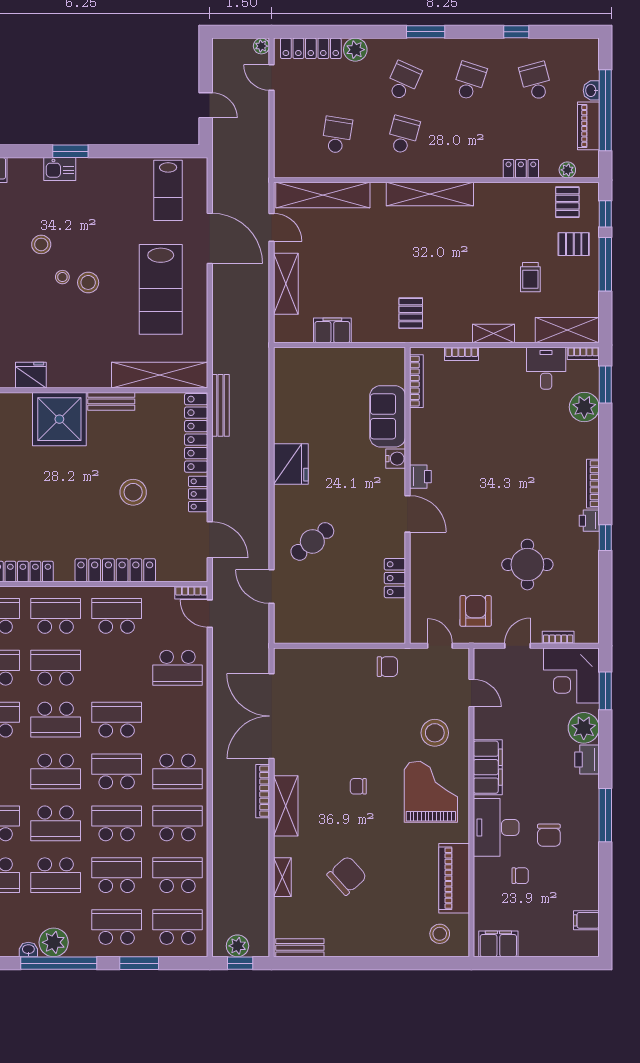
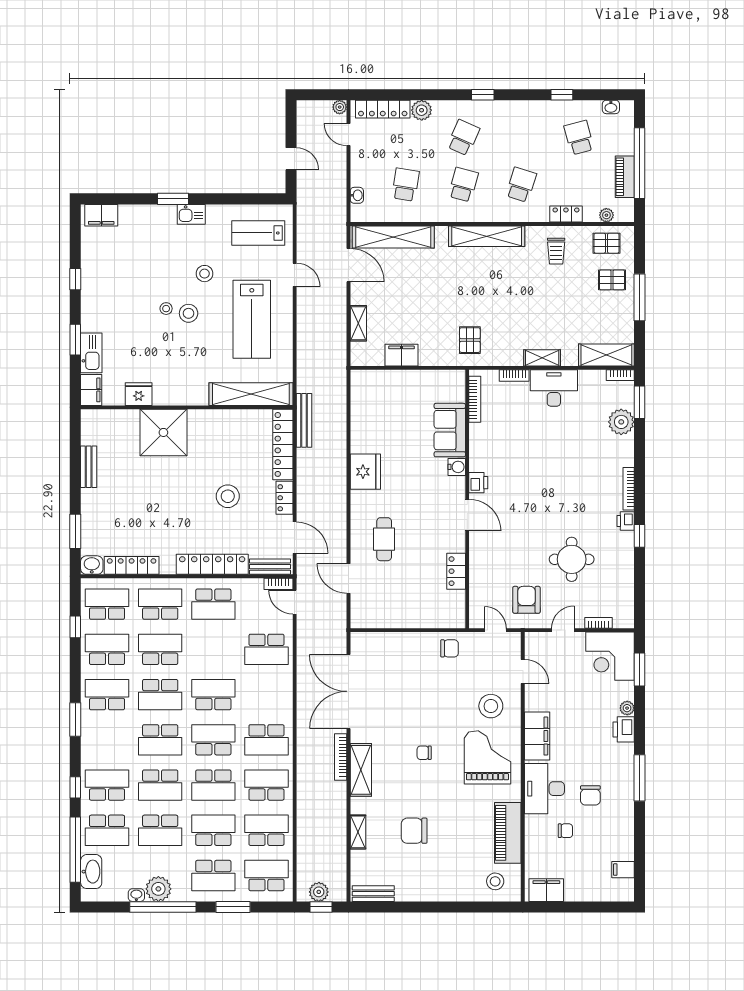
window: (426, 32) -> (483, 95), width x0.67
school desk: (469, 81) -> (521, 185), moved
washbasin: (591, 90) -> (611, 107), moved, turned -90
washbasin: (281, 147) -> (357, 195), added
kitchen sink: (60, 169) -> (191, 214), moved
lab bench: (168, 190) -> (258, 233), turned 90
pallet: (567, 202) -> (606, 243), turned 90
window: (605, 214) -> (640, 253), removed
door: (272, 227) -> (348, 265), width x1.38
door: (210, 238) -> (295, 275), width x0.53
stool: (41, 244) -> (205, 274), moved
trolley: (530, 277) -> (556, 251), moved
shelving: (286, 284) -> (358, 323), width x0.67, depth x0.75
desk: (546, 368) -> (554, 388), moved, width x1.37
bench: (111, 401) -> (270, 567), moved
cafe table: (312, 541) -> (384, 539), turned -51
school desk: (117, 616) -> (213, 604), turned 180
plant: (584, 728) -> (627, 708), width x0.53, depth x0.53
school desk: (117, 823) -> (213, 785), turned 180
chair: (347, 876) -> (414, 831), turned -138
school desk: (117, 927) -> (213, 875), turned 180

